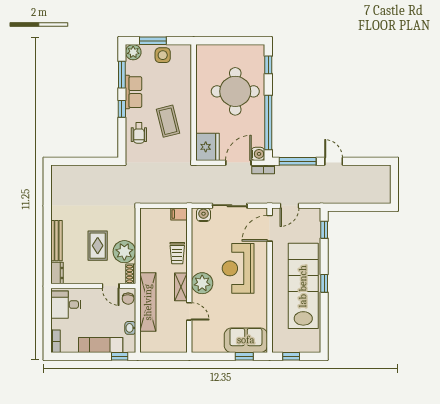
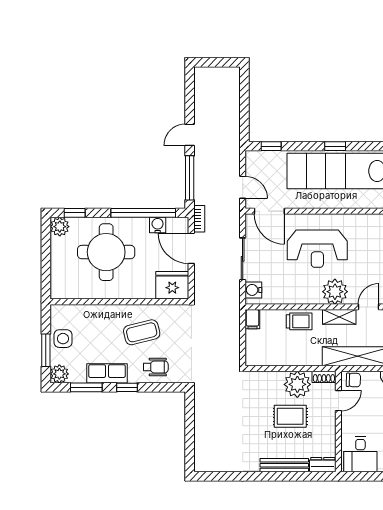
plant: (257, 52) -> (60, 227), added
water cooler: (258, 154) -> (158, 225), moved

